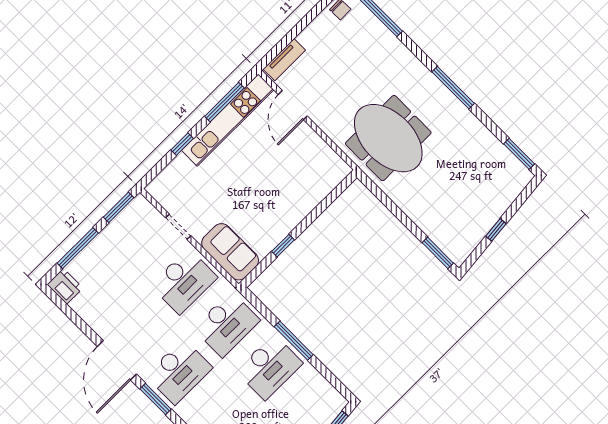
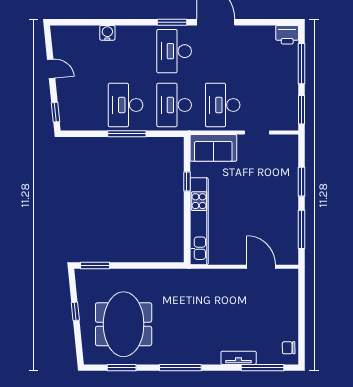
tv unit: (284, 60) -> (239, 358), moved, turned 90
kitchen unit: (228, 120) -> (199, 221), moved, turned 180
meeting table: (388, 138) -> (124, 324), moved, turned 90
window: (182, 144) -> (302, 182), width x1.50
window: (519, 154) -> (122, 368), moved

